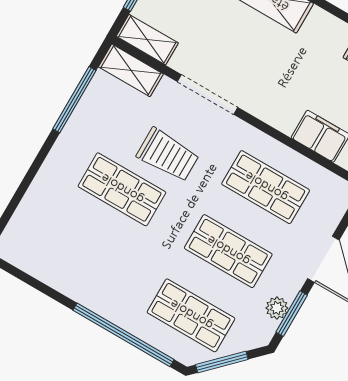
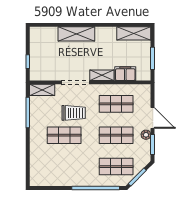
shelving: (147, 40) -> (102, 75), moved
plant: (277, 308) -> (146, 135), moved

